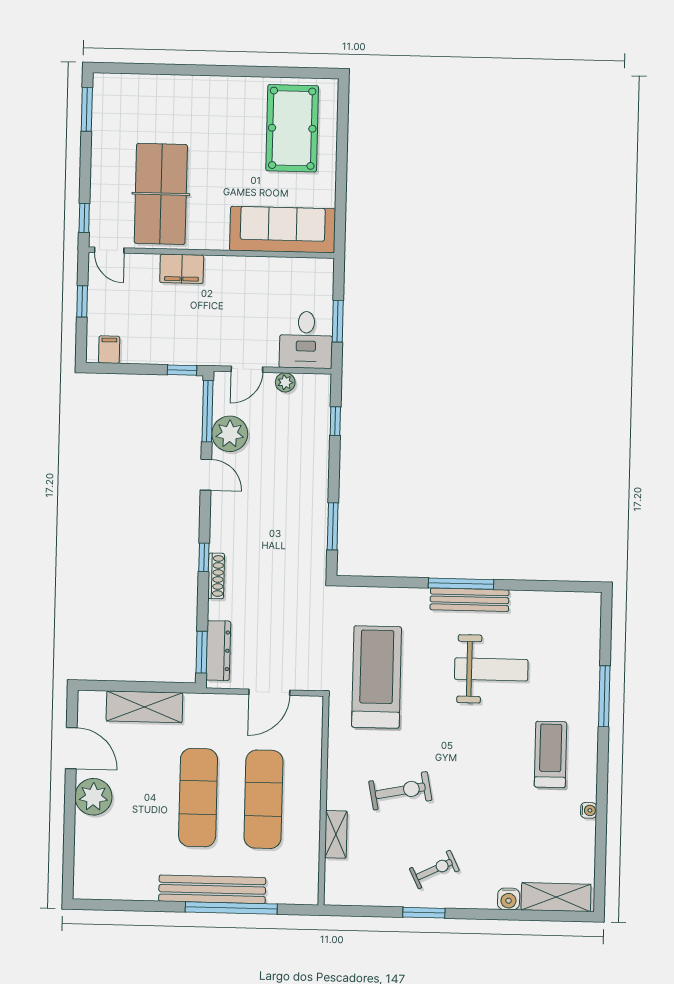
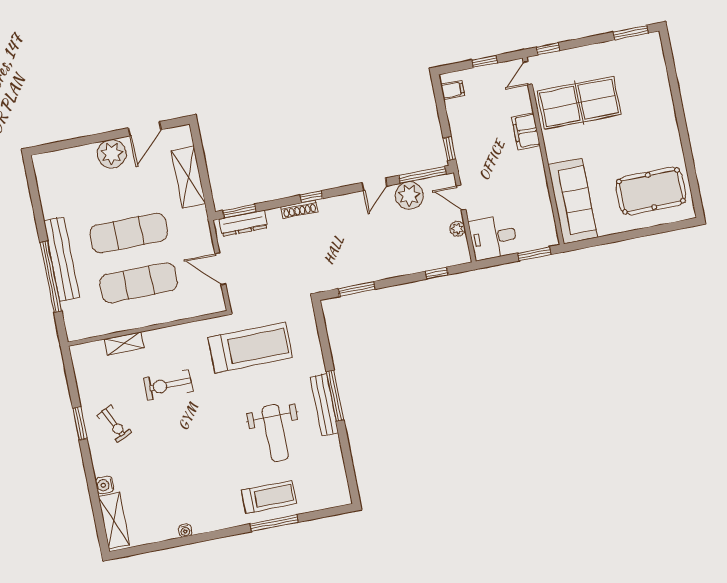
window: (338, 321) -> (534, 254), moved
treadmill: (551, 754) -> (269, 497), moved
exercise bike: (400, 791) -> (168, 385), turned 101

